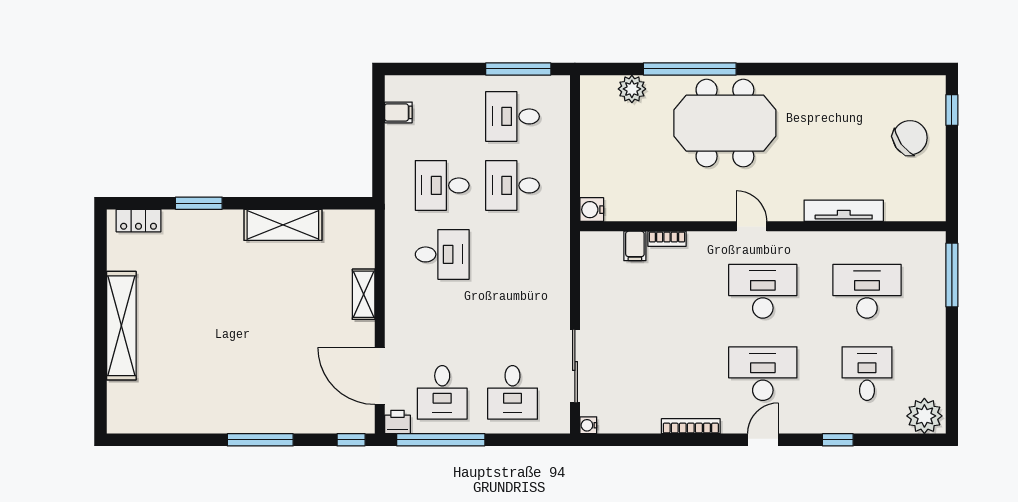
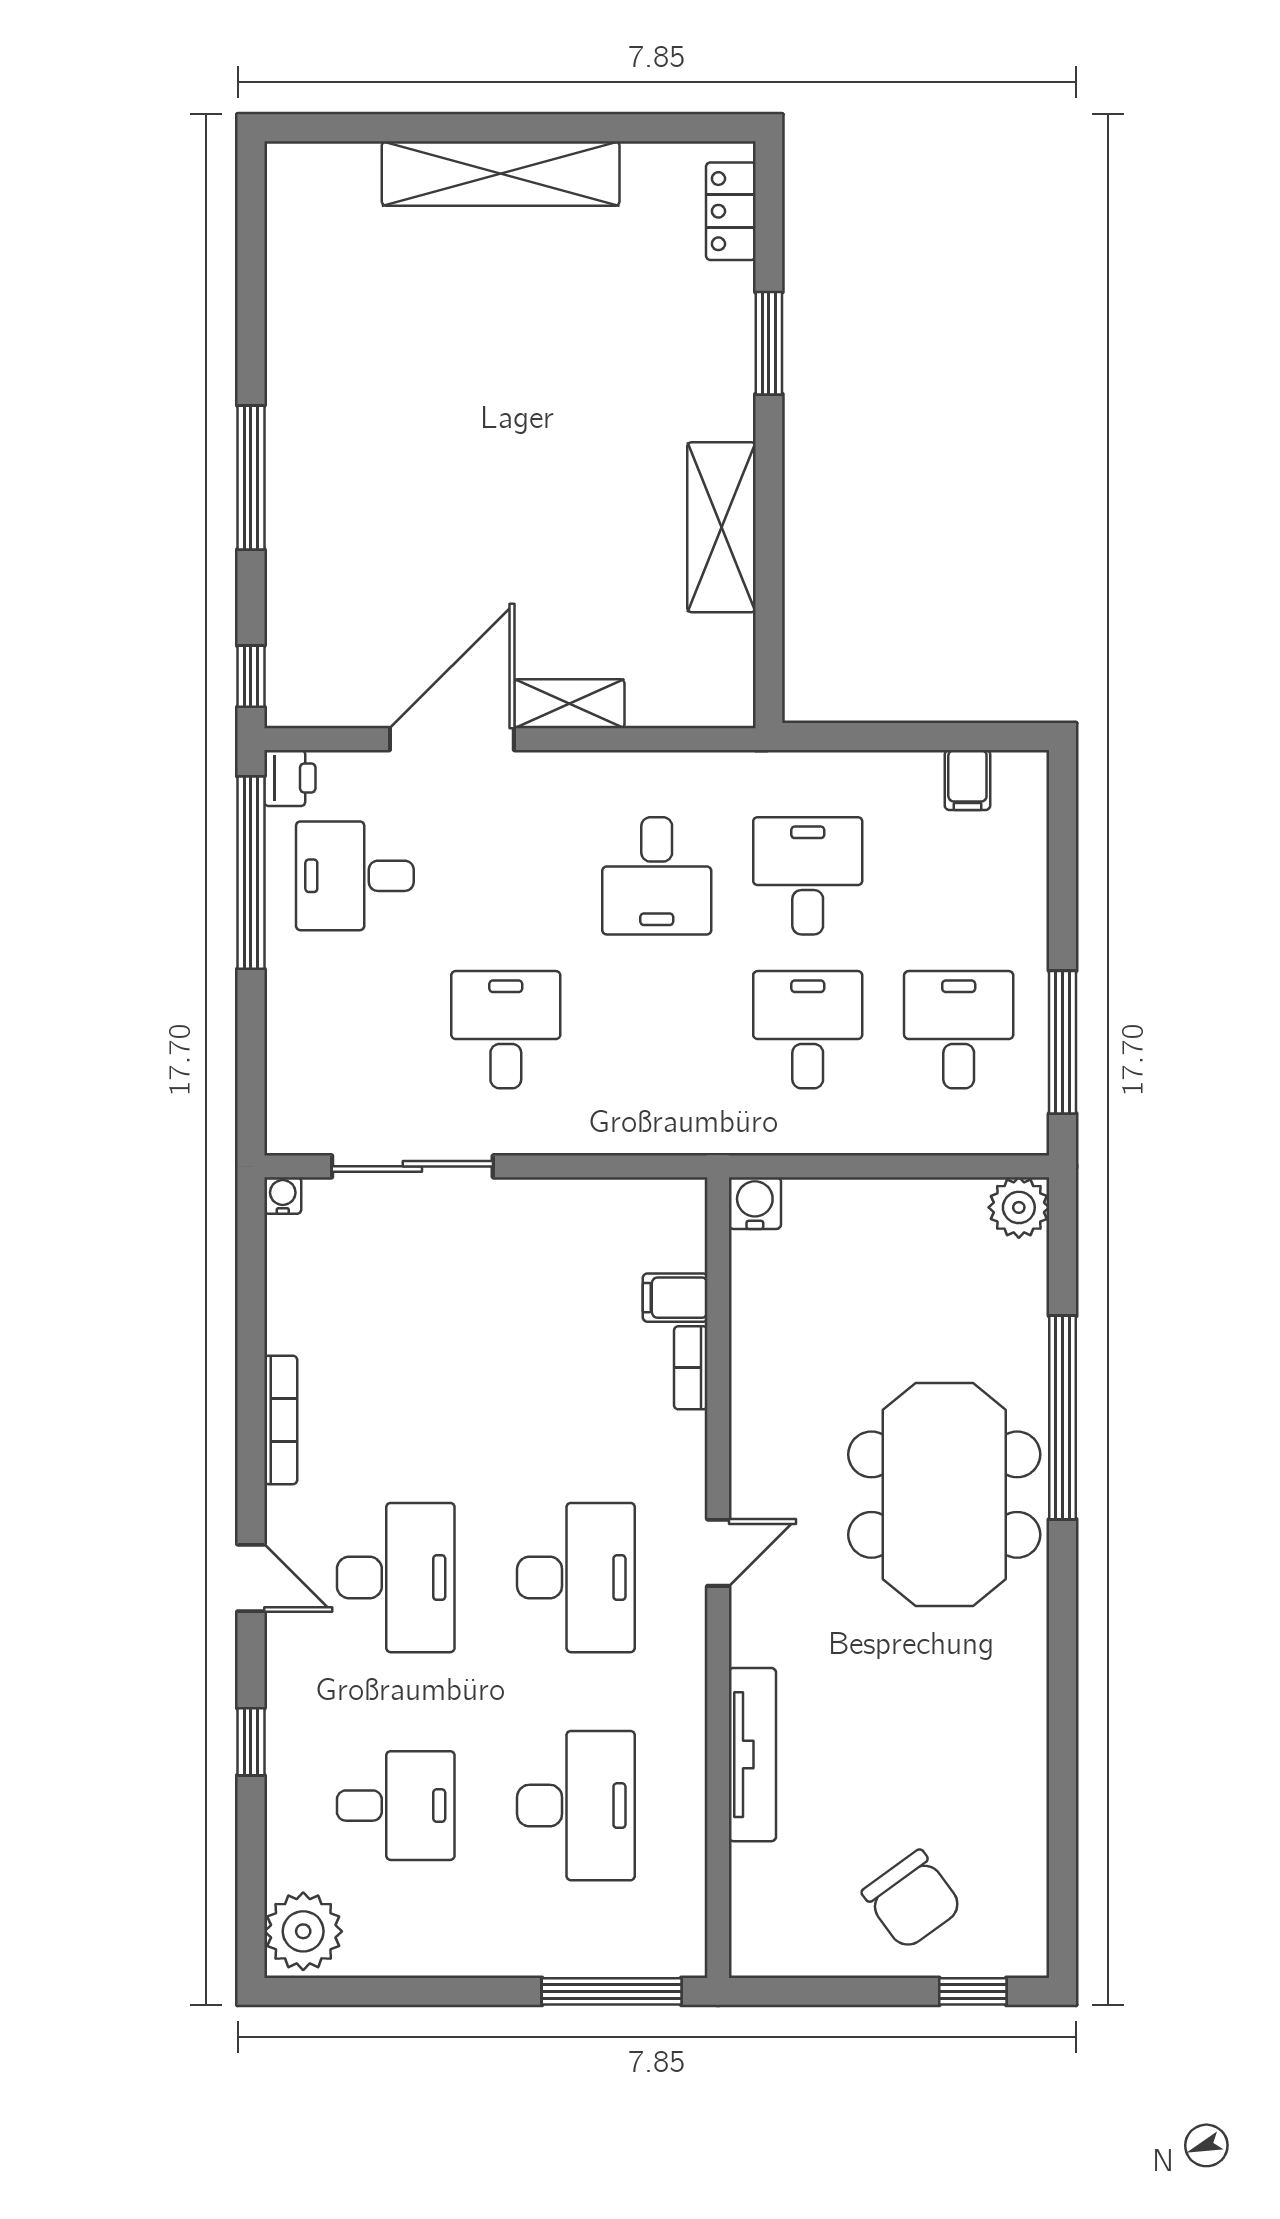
plant: (632, 89) -> (1019, 1207), moved
door: (380, 376) -> (452, 739), moved
desk: (513, 392) -> (506, 1030), moved, turned 90

